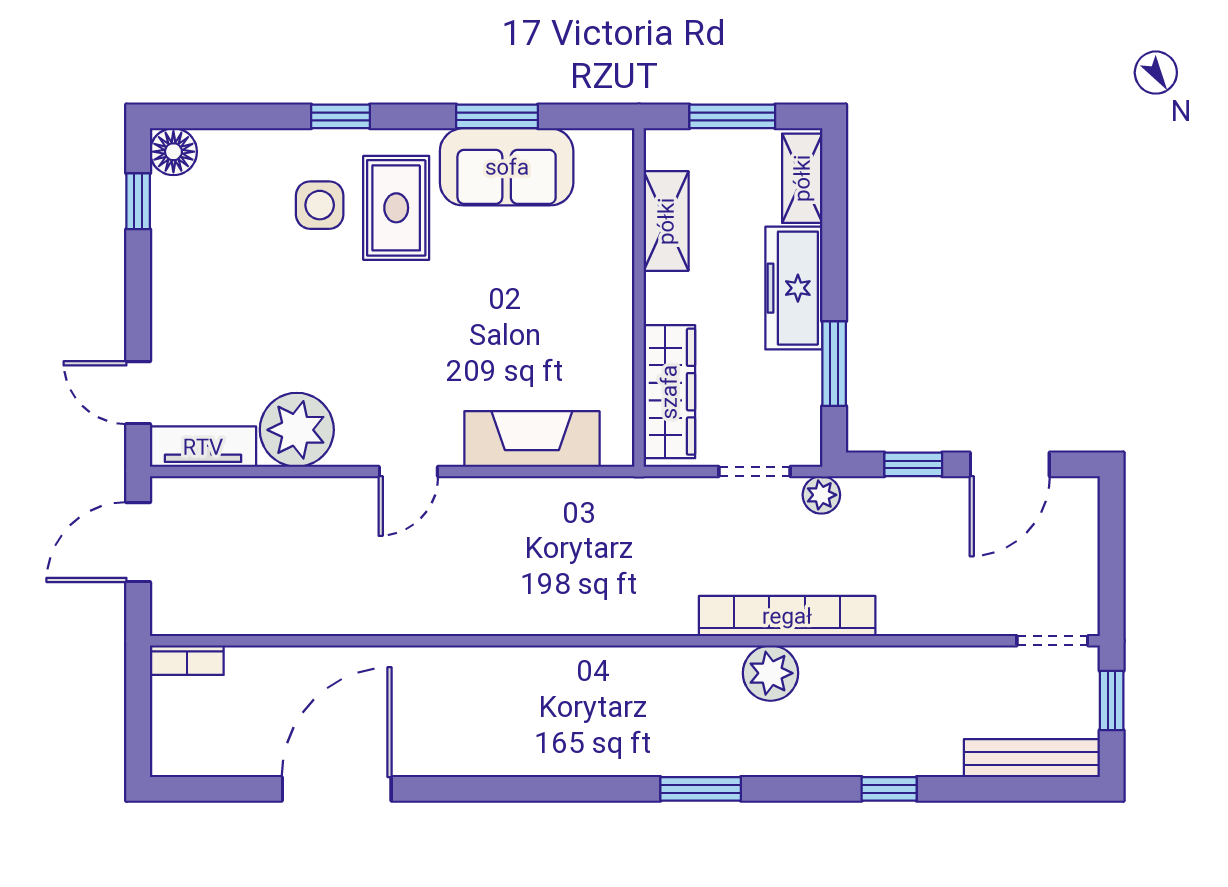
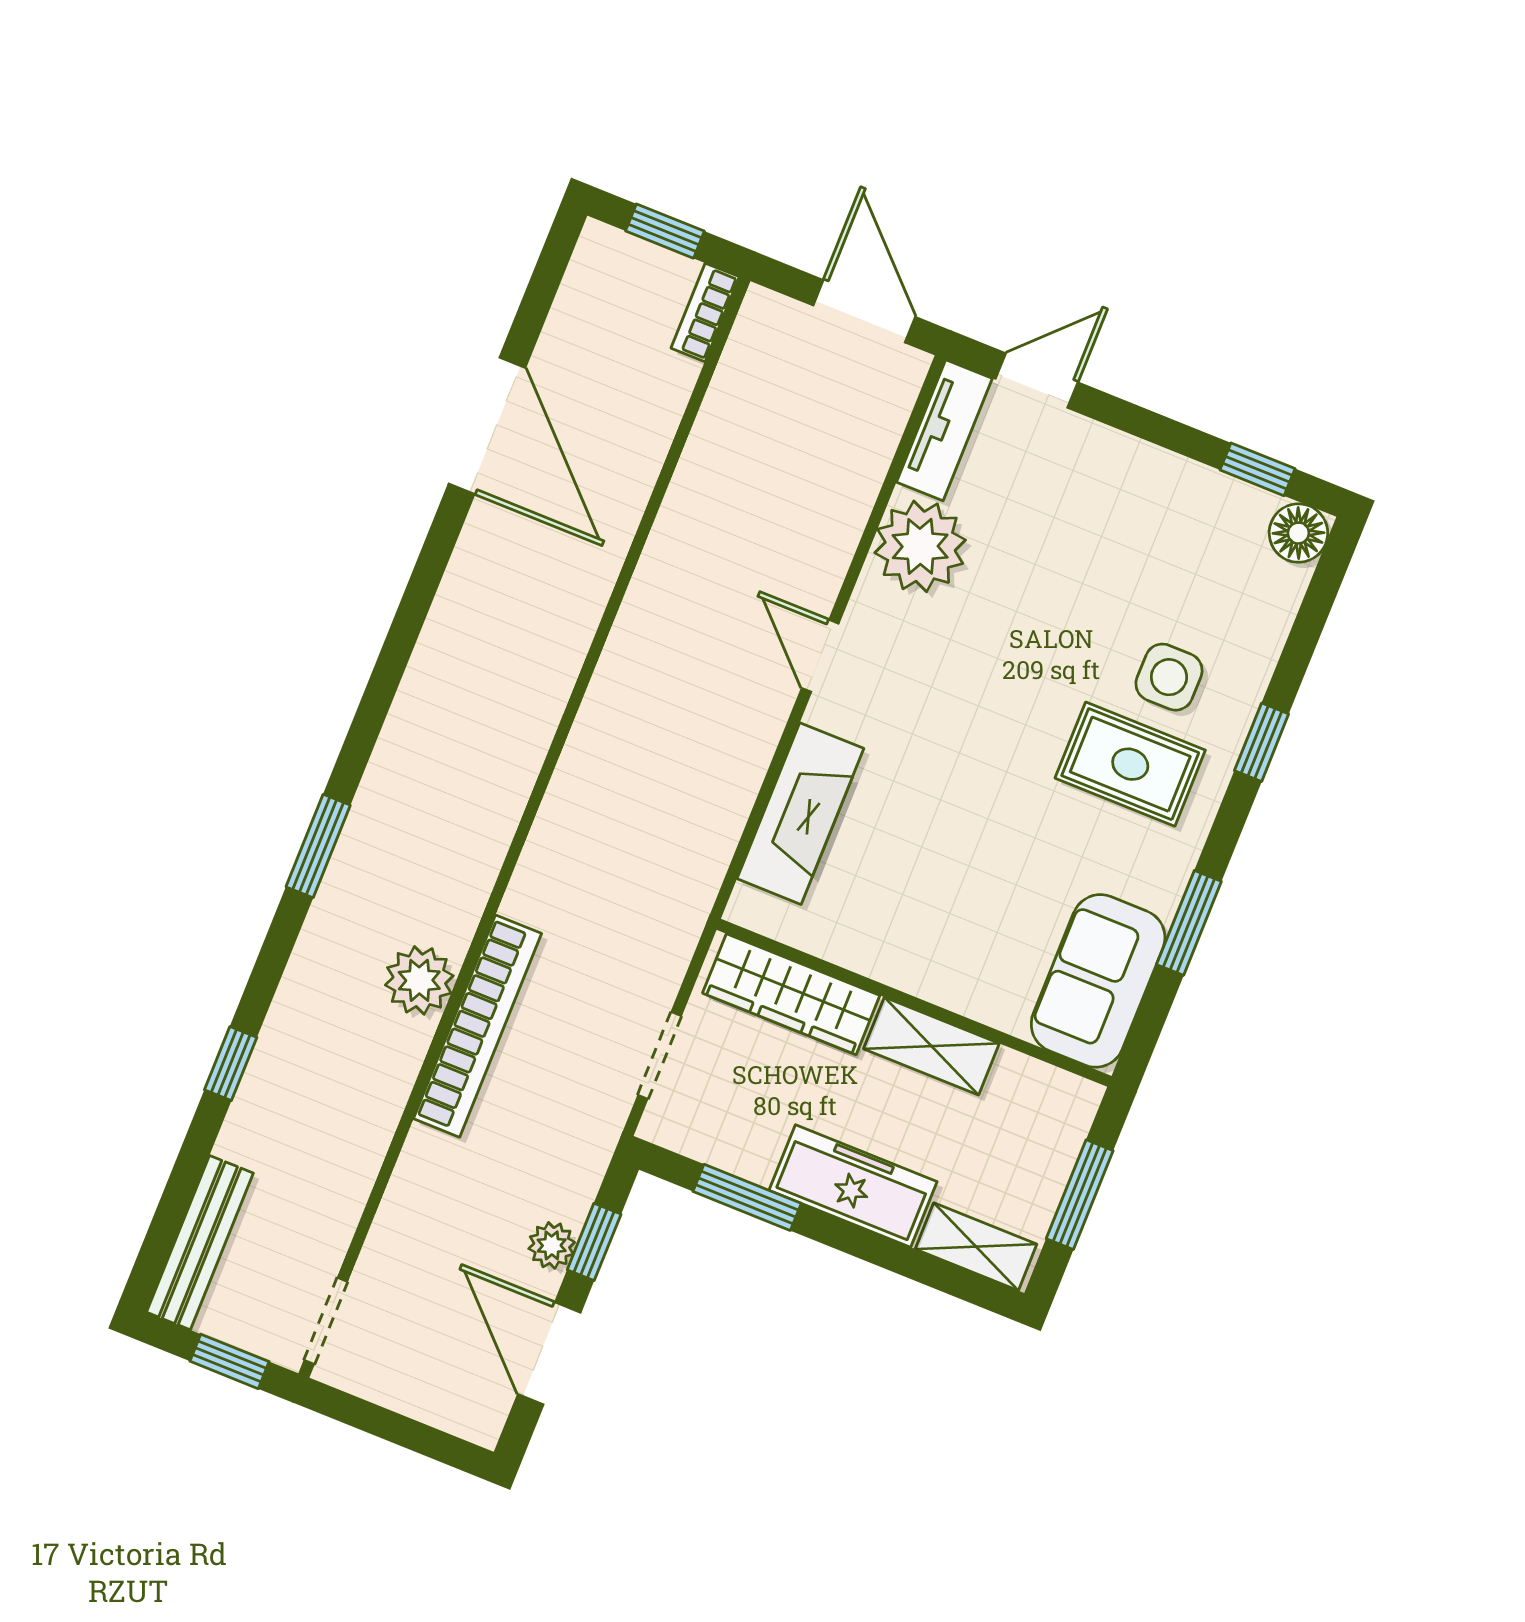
sofa: (507, 167) -> (1098, 981), moved
shelving: (666, 221) -> (931, 1046), moved
plant: (821, 495) -> (552, 1245), moved
window: (138, 715) -> (665, 231), added

